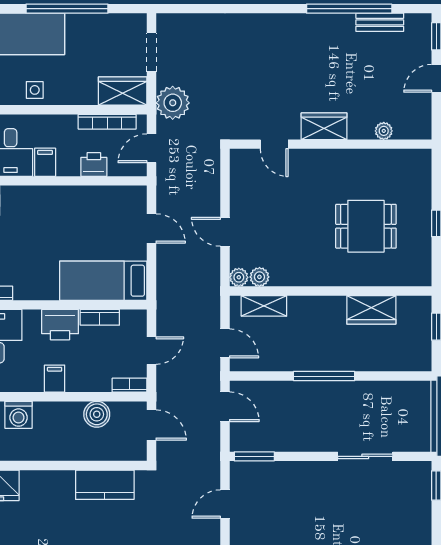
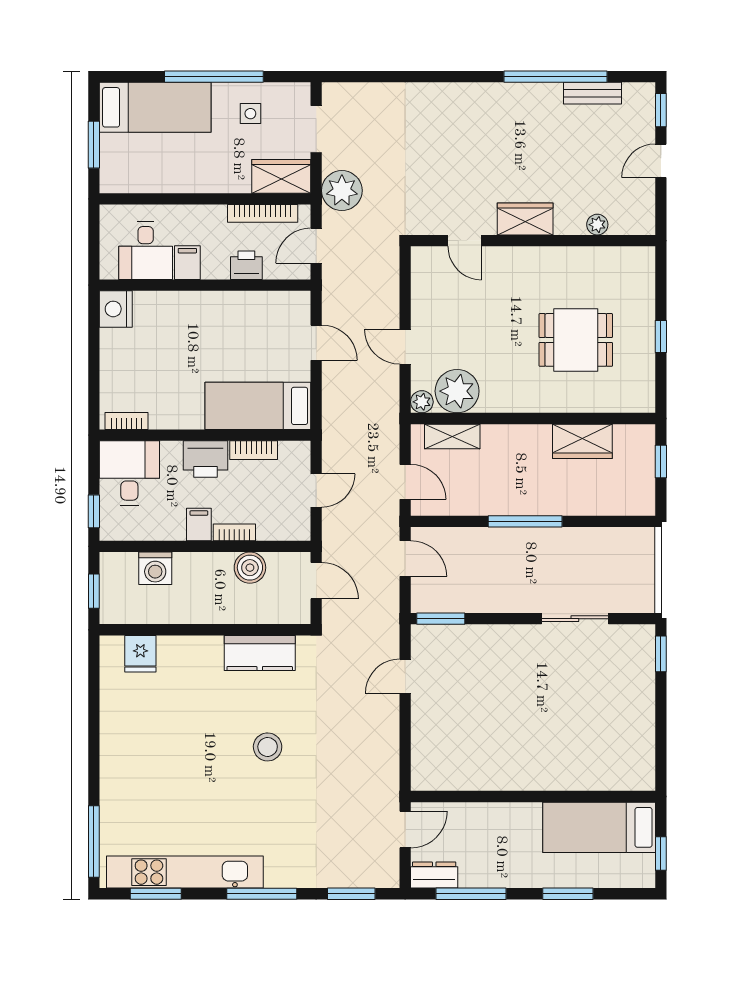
side table: (35, 90) -> (250, 114), moved
plant: (259, 277) -> (457, 391), width x1.88, depth x1.88
bookcase: (130, 385) -> (234, 532), moved

